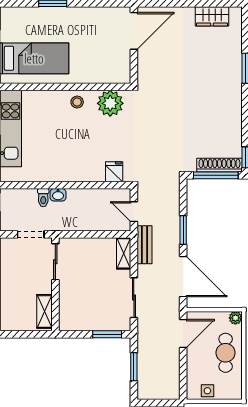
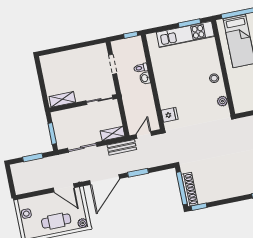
plant: (110, 103) -> (222, 101), width x0.53, depth x0.53
sliding door: (55, 262) -> (99, 100), moved
wall: (55, 284) -> (83, 103), moved
shelving: (44, 311) -> (62, 99), moved

